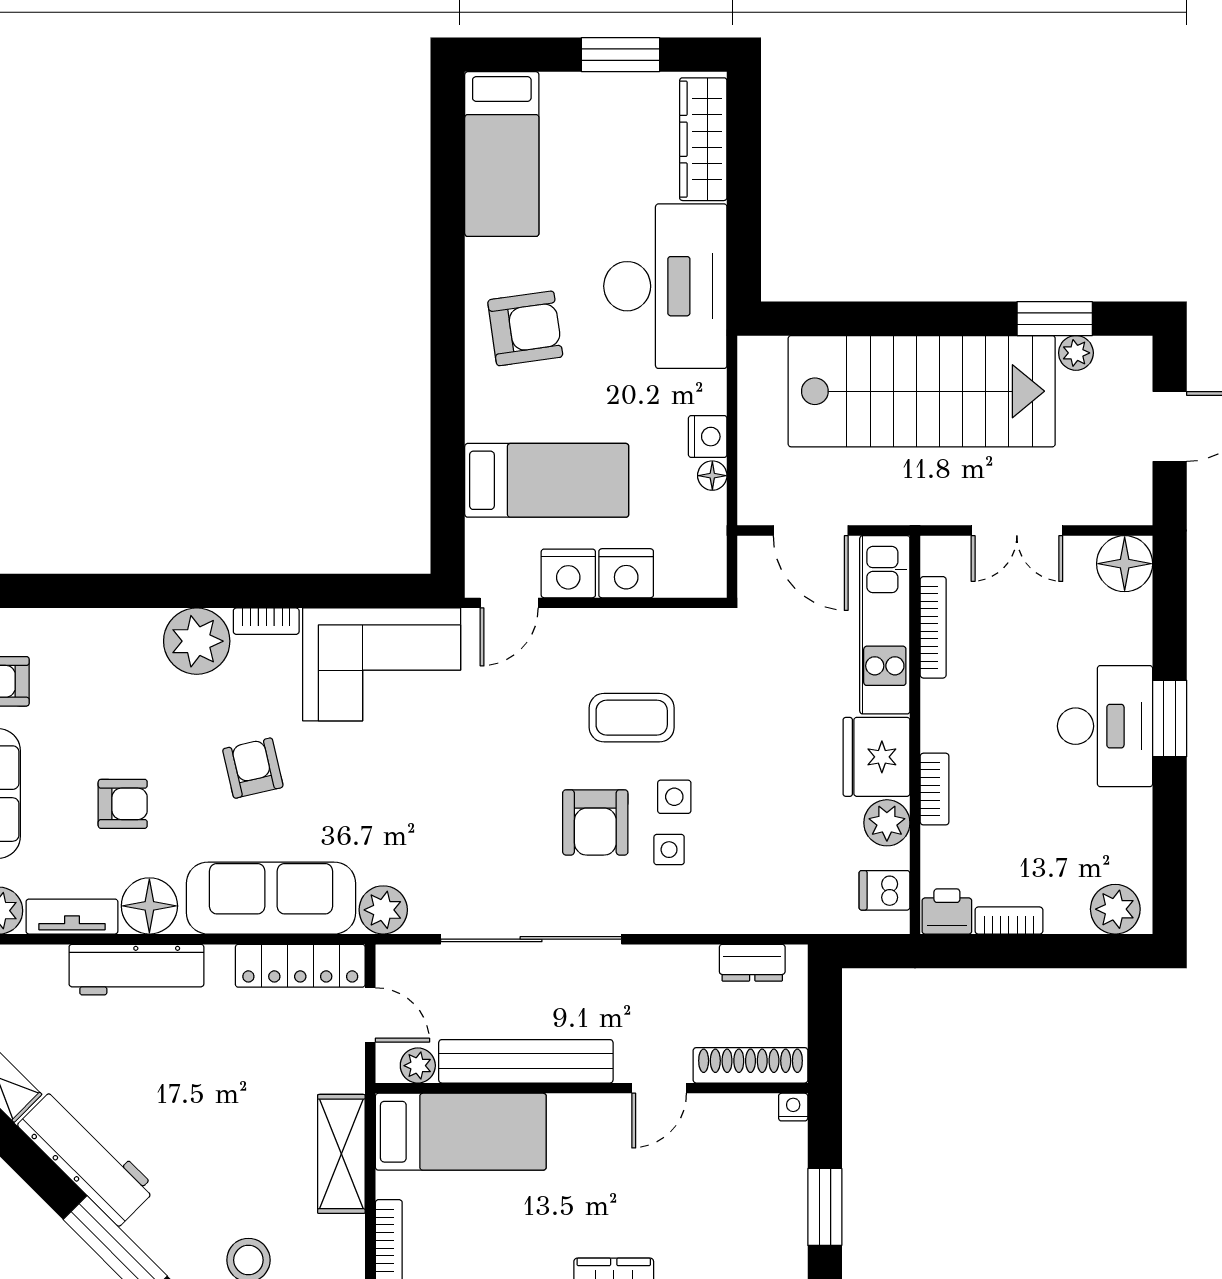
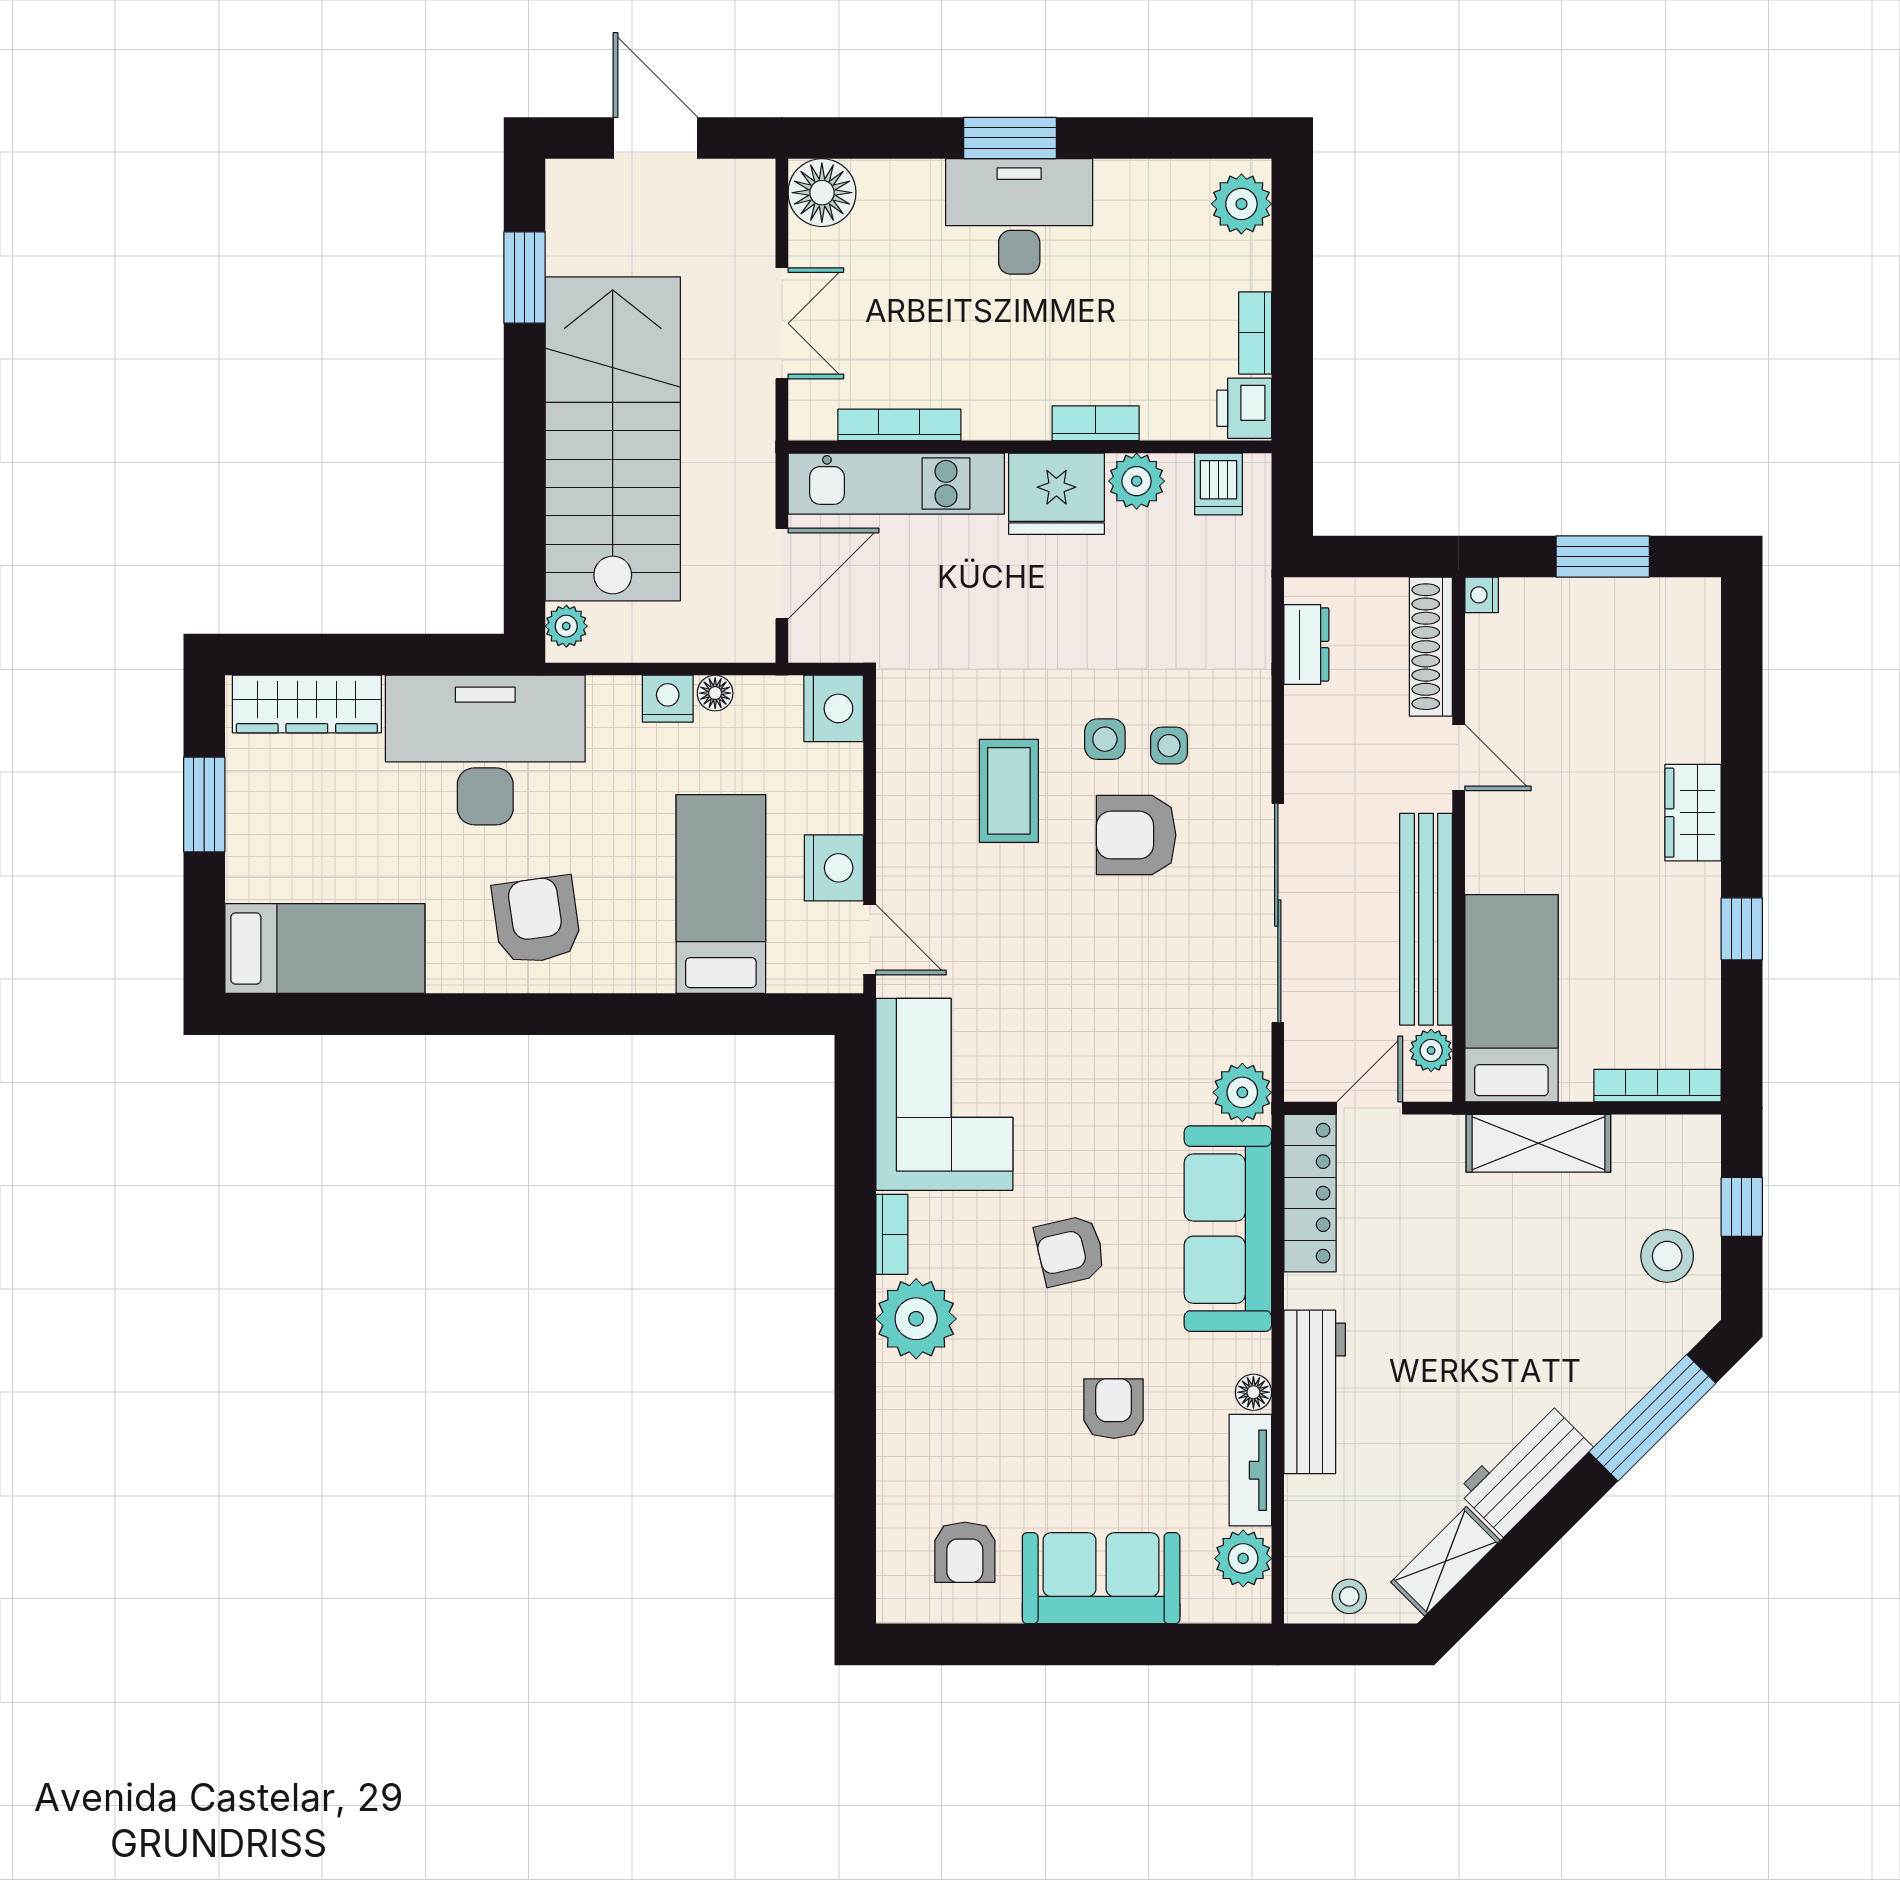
plant: (1076, 353) -> (566, 626), moved
nightstand: (626, 573) -> (834, 708), moved
armchair: (595, 822) -> (1136, 835), turned 180
floor lamp: (149, 906) -> (1253, 1392), width x0.53, depth x0.53
workbench: (87, 1157) -> (1525, 1469), width x0.73

